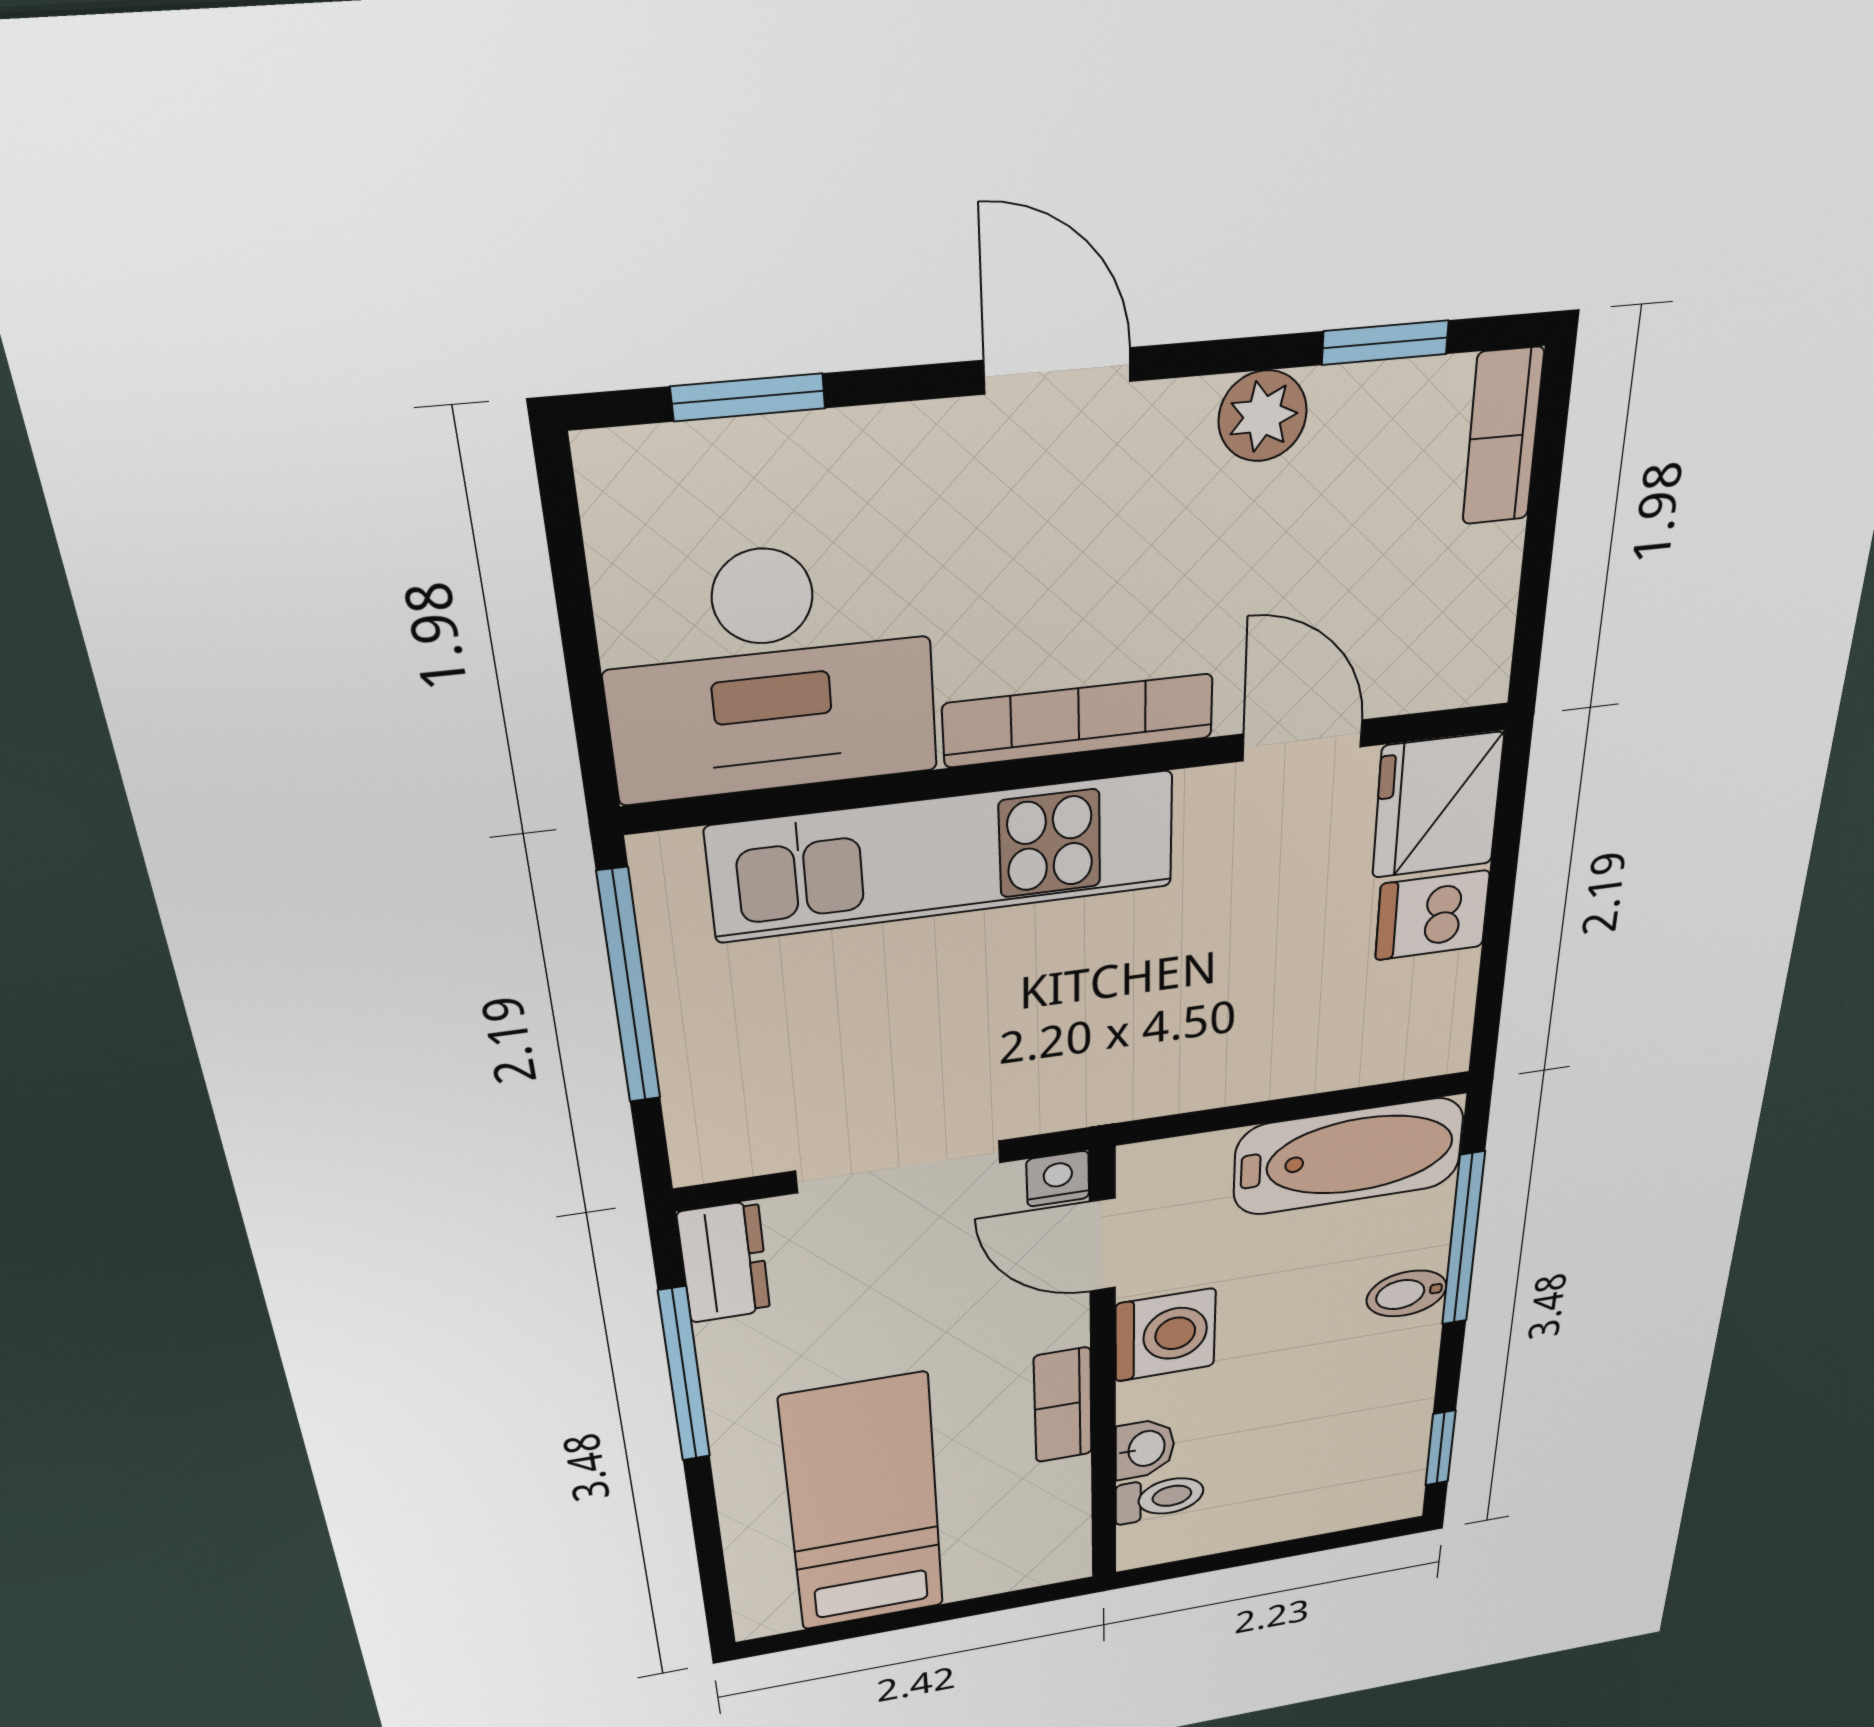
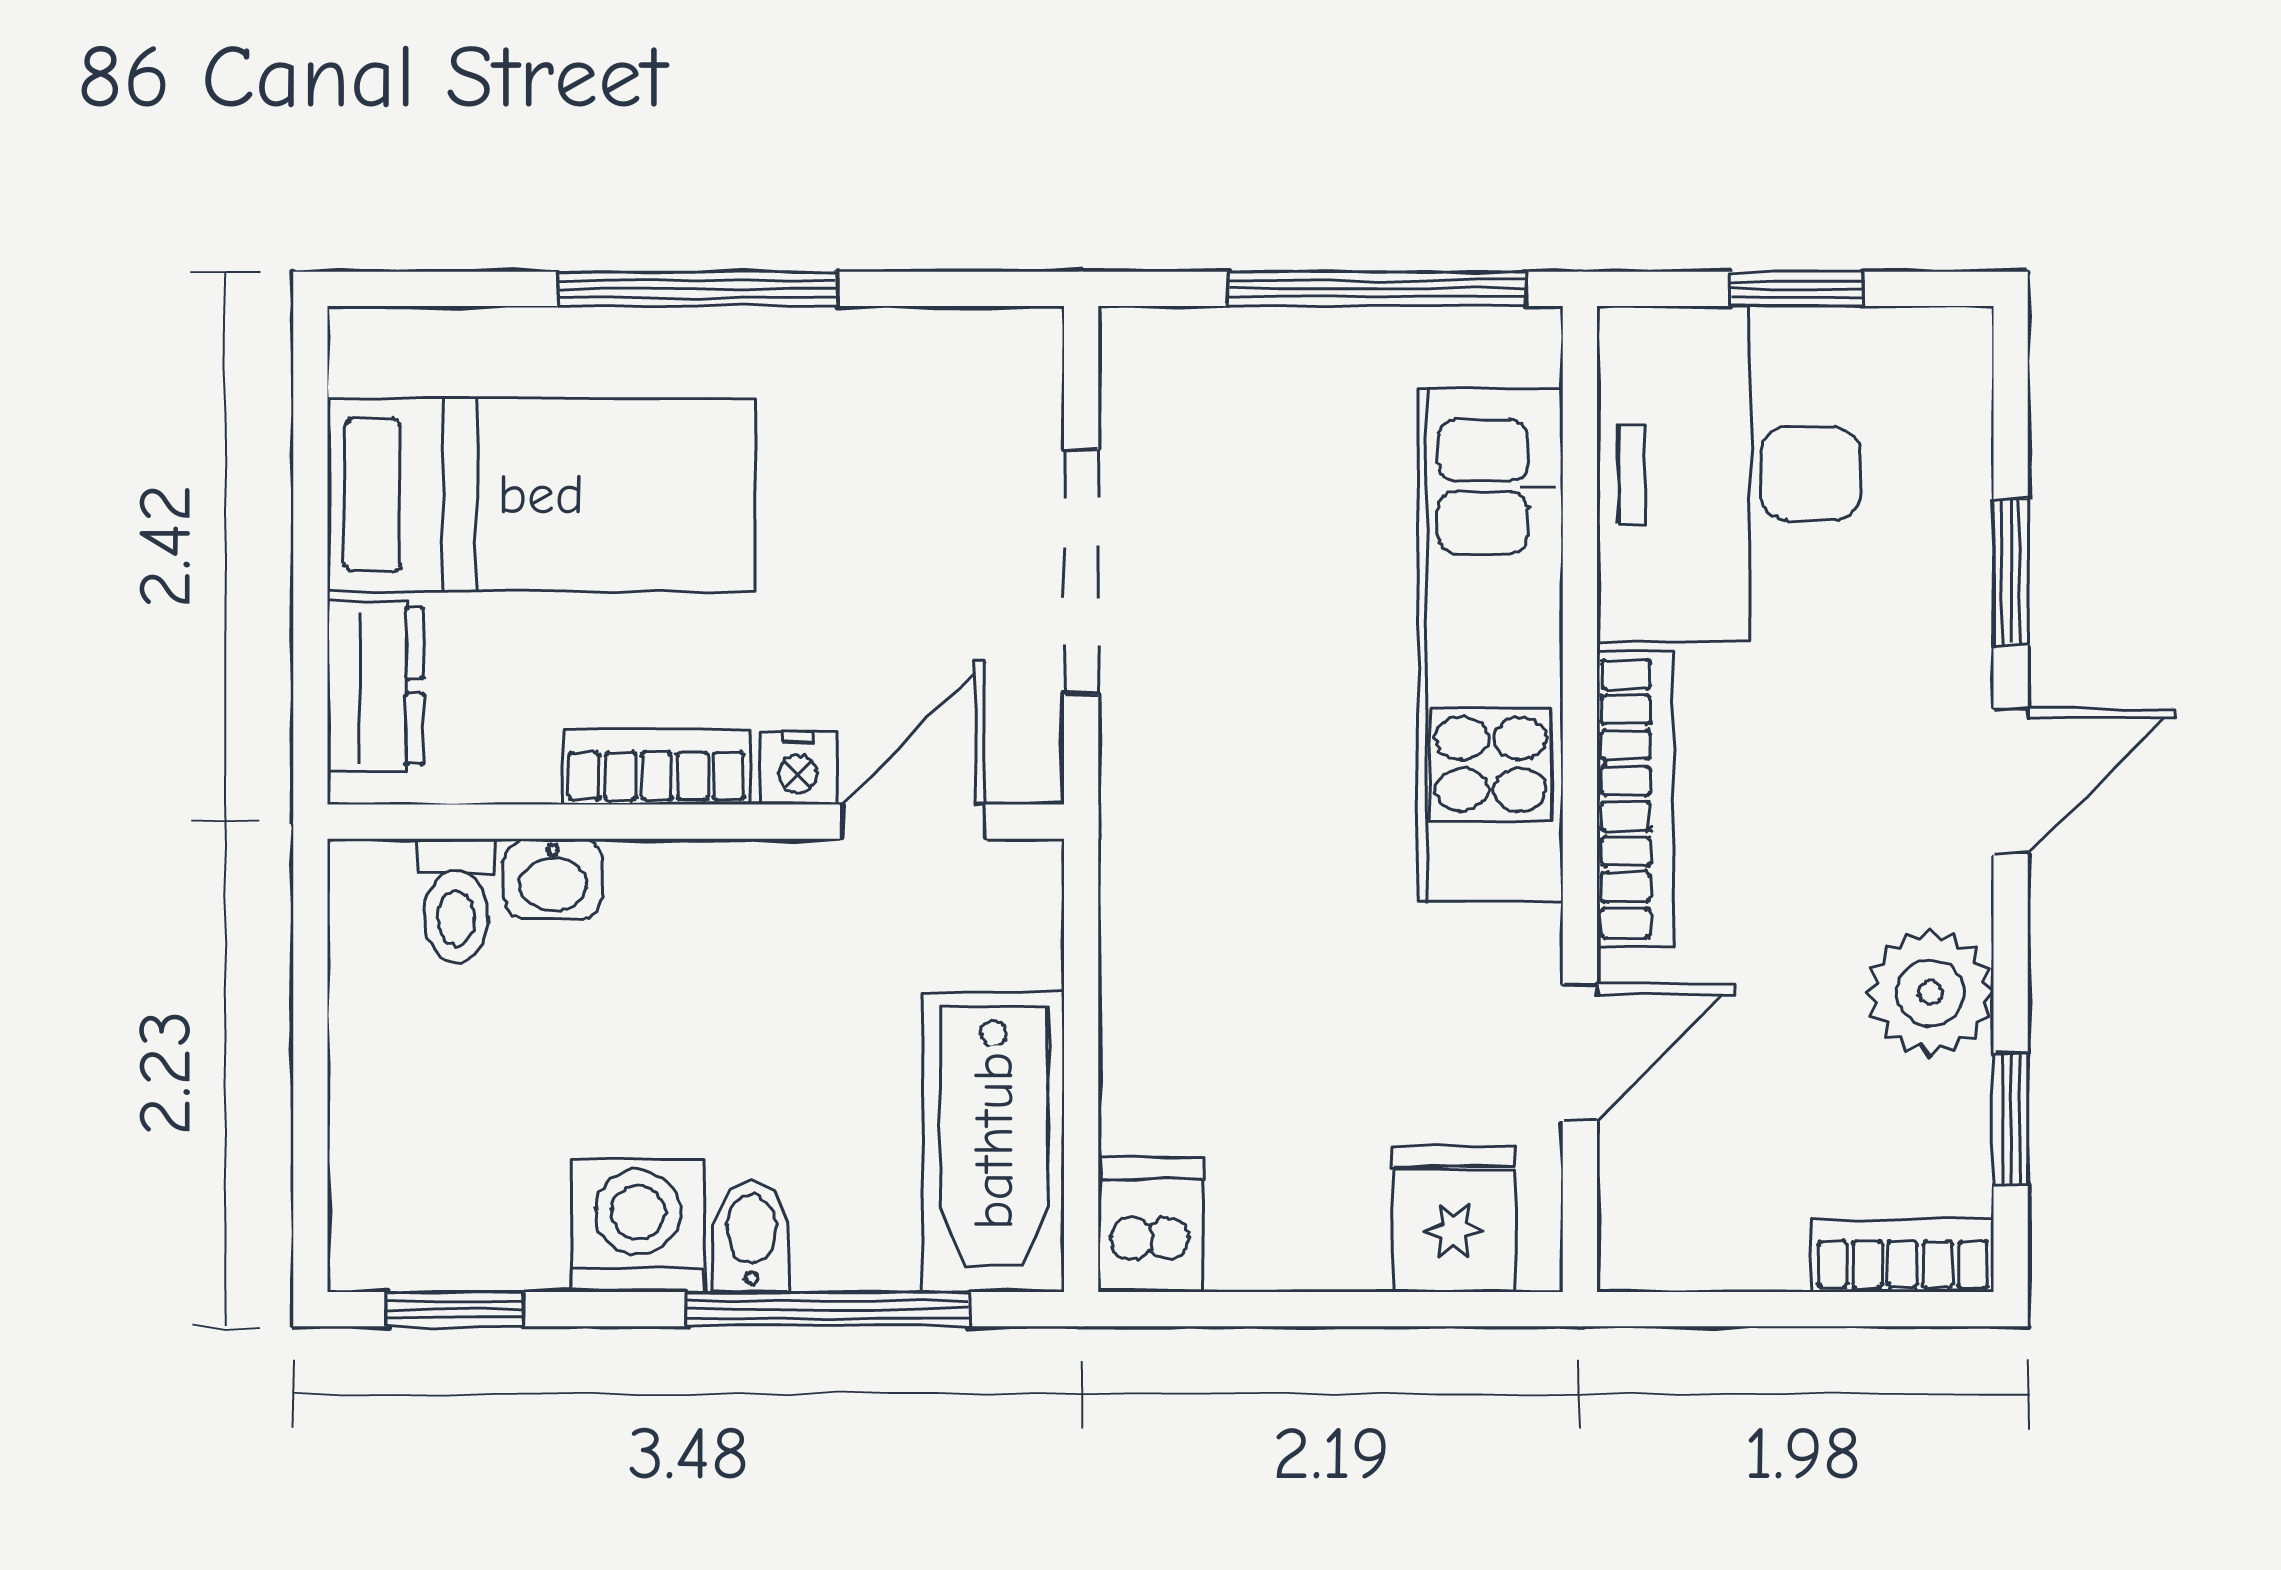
window: (748, 397) -> (2011, 573), moved
plant: (1263, 416) -> (1930, 993), width x1.38, depth x1.38
window: (578, 629) -> (1796, 289), added
fridge: (1438, 805) -> (1454, 1219), width x0.72
dishwasher: (1432, 915) -> (1150, 1225), moved
nightstand: (1058, 1179) -> (798, 768), moved, turned 90
dresser: (724, 1262) -> (375, 686), moved, turned -90
washing machine: (1165, 1335) -> (638, 1226), moved, turned 180
window: (684, 1375) -> (697, 289), moved

